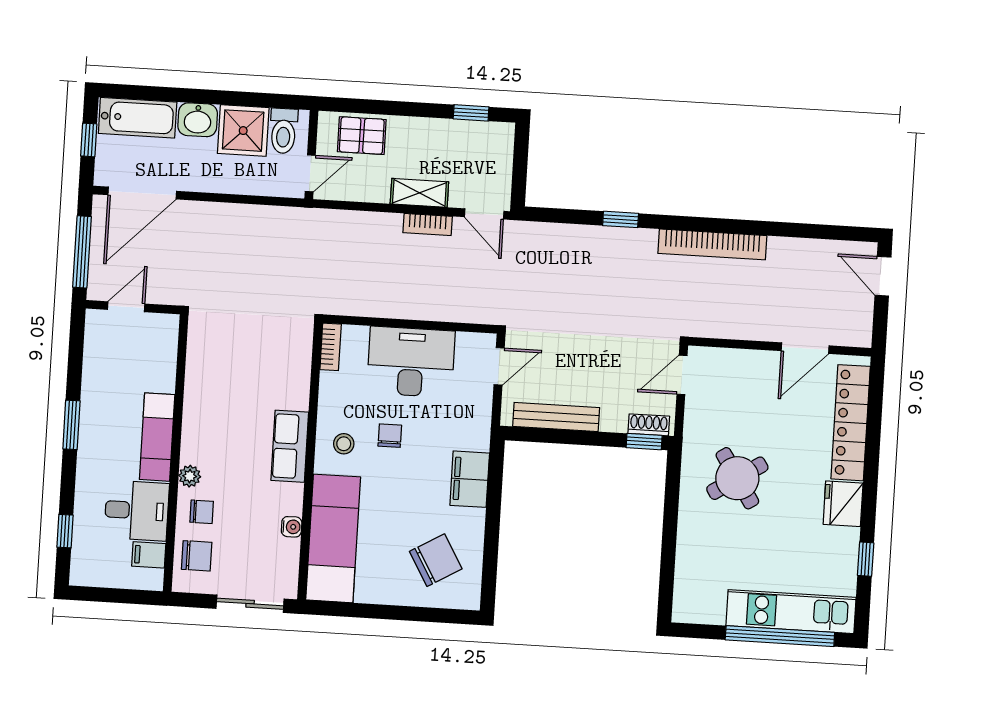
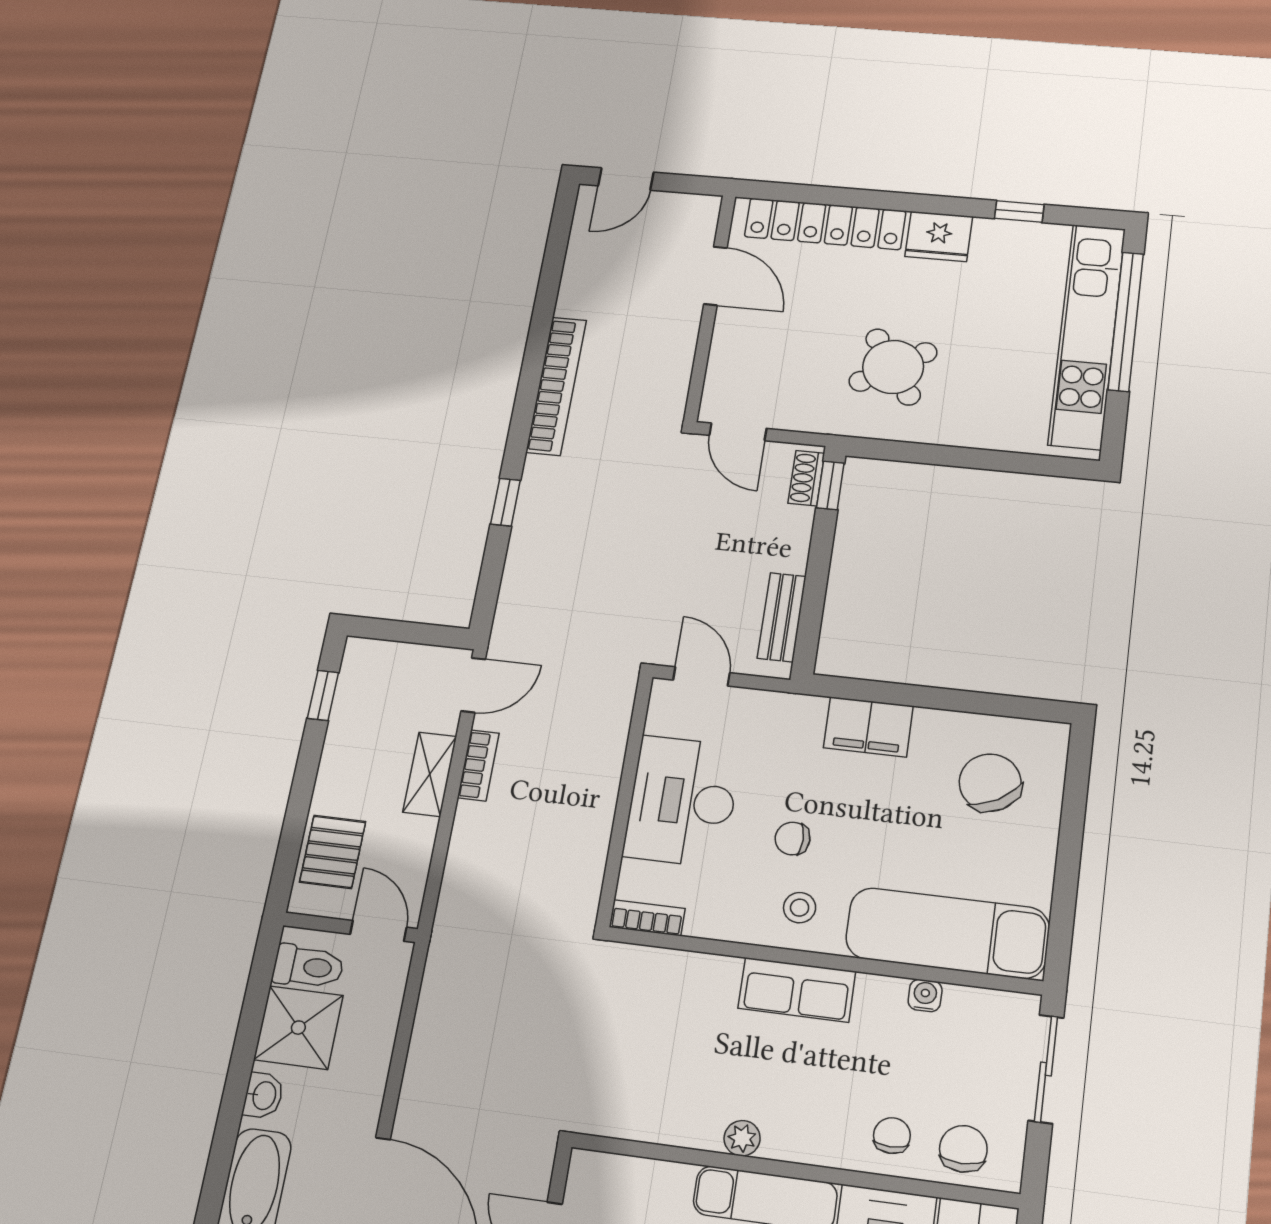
washbasin: (198, 120) -> (263, 1095), width x0.72, depth x0.69
bench: (556, 417) -> (782, 617), width x0.73
plant: (190, 476) -> (742, 1138), moved
kitchen unit: (791, 612) -> (1087, 335), width x1.36

